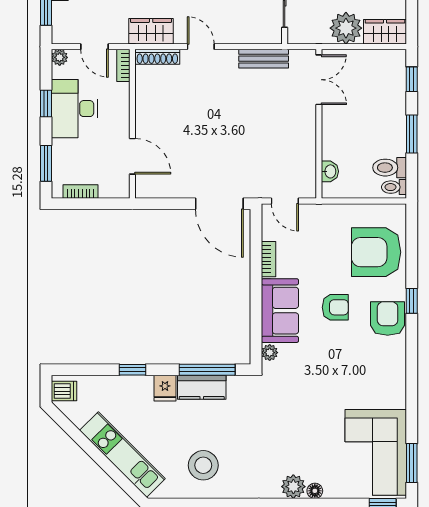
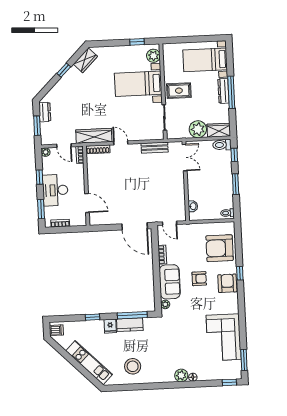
wardrobe: (151, 31) -> (94, 136), width x1.50
desk: (74, 109) -> (55, 190), moved
toilet: (390, 168) -> (222, 145), moved
corner sofa: (376, 452) -> (224, 337), moved

